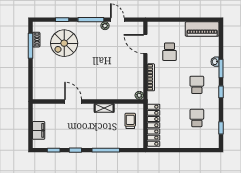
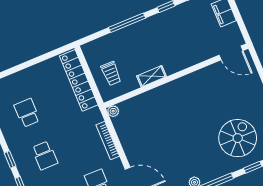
door: (73, 101) -> (231, 53), moved
school desk: (197, 118) -> (27, 113), turned 180

